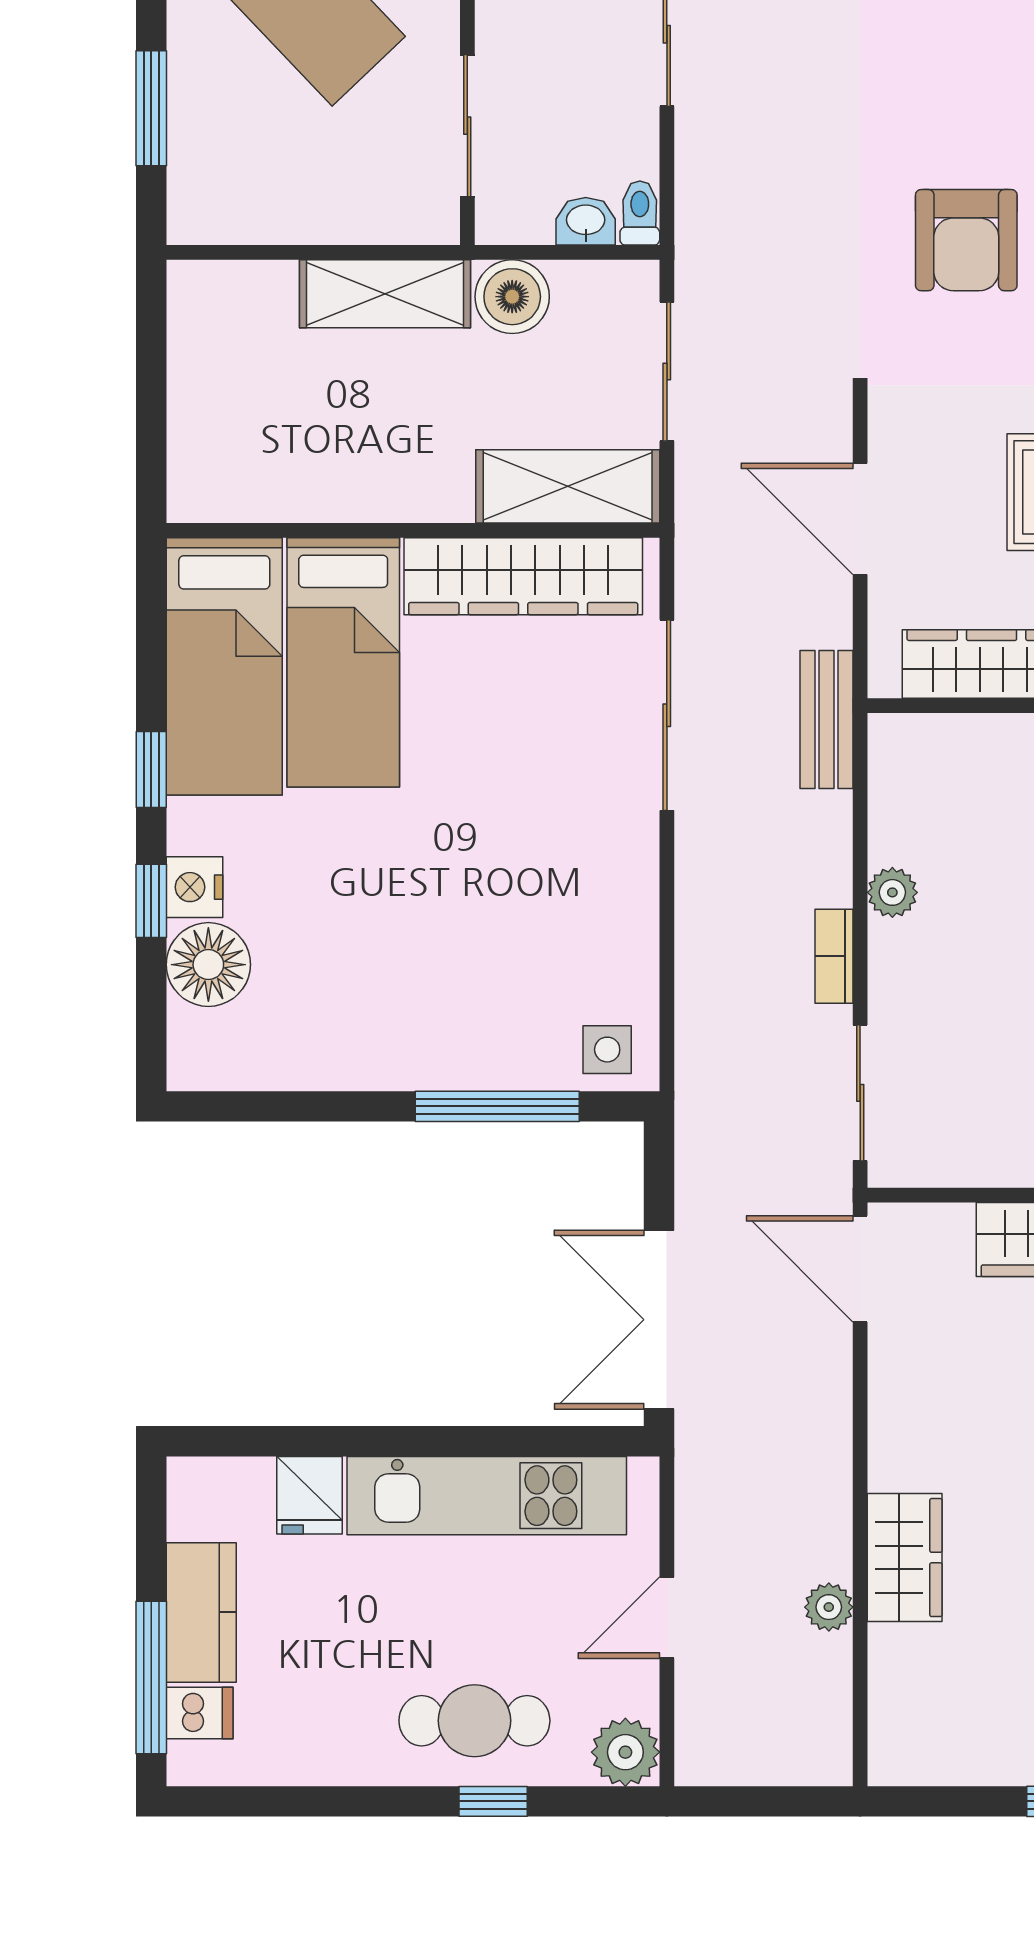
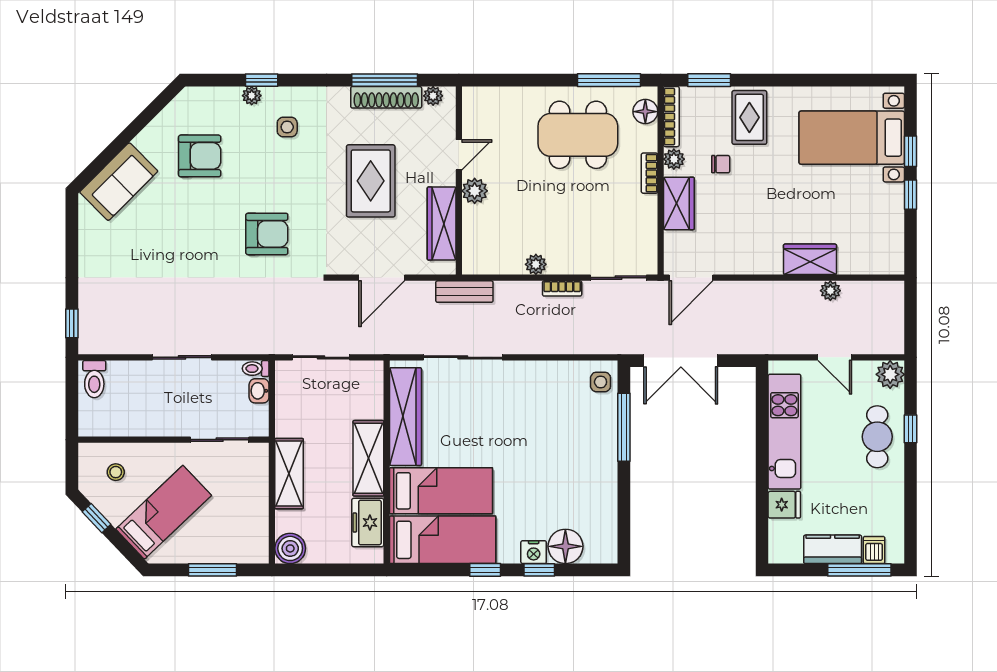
boiler: (512, 297) -> (290, 548), moved
freezer: (266, 485) -> (368, 522), added
shelving: (568, 486) -> (368, 458), moved
double door: (659, 1320) -> (681, 361), moved

